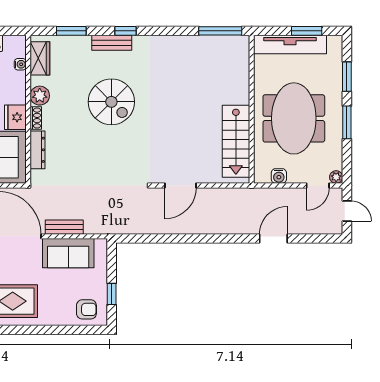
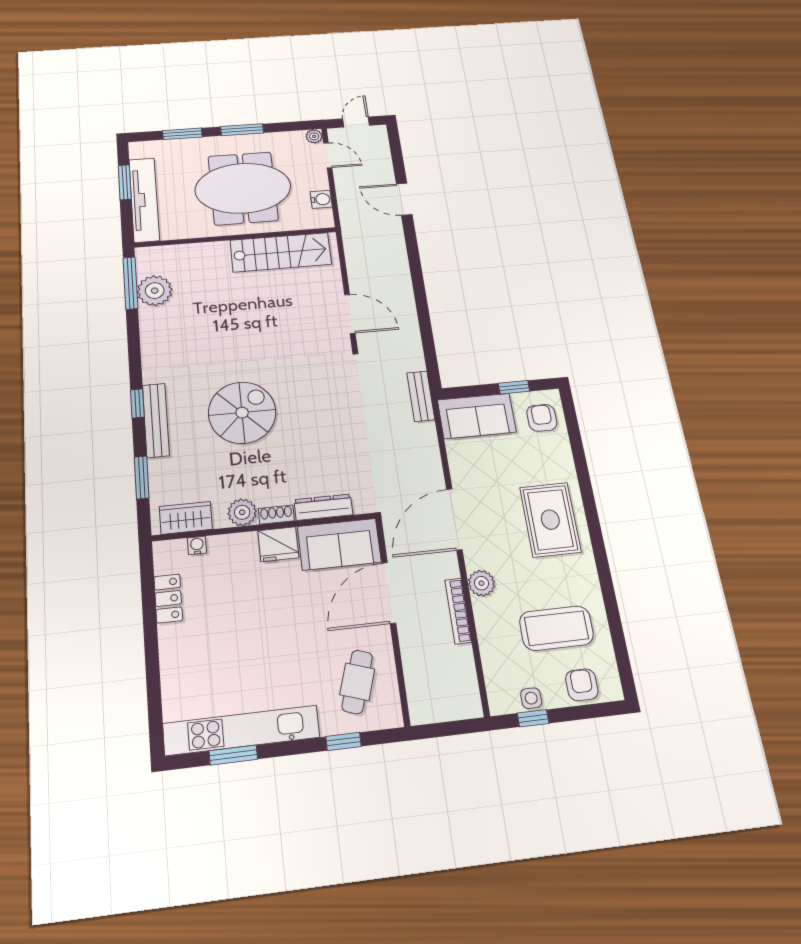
bench: (112, 43) -> (156, 420), width x1.36
plant: (212, 48) -> (155, 291), added
bench: (64, 227) -> (421, 396), moved
sofa: (68, 253) -> (477, 416), moved, turned 90

